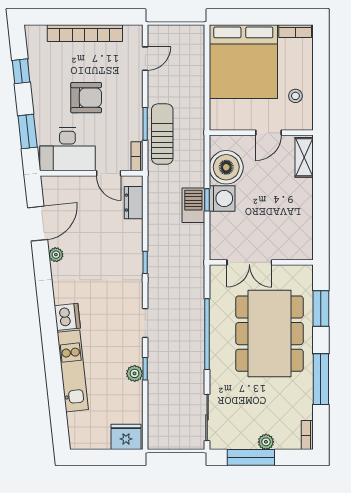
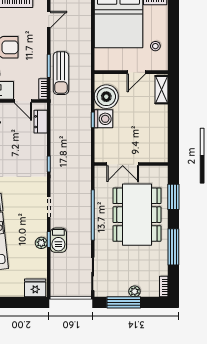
sun lounger: (162, 134) -> (61, 73), turned 180
barbecue: (193, 205) -> (58, 240), moved, turned 180

